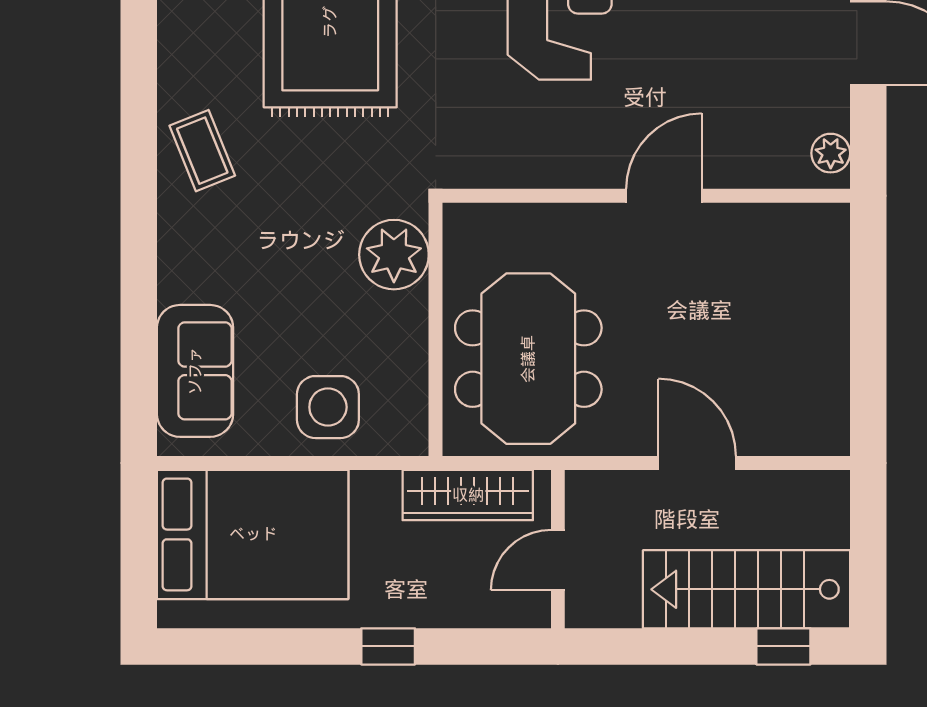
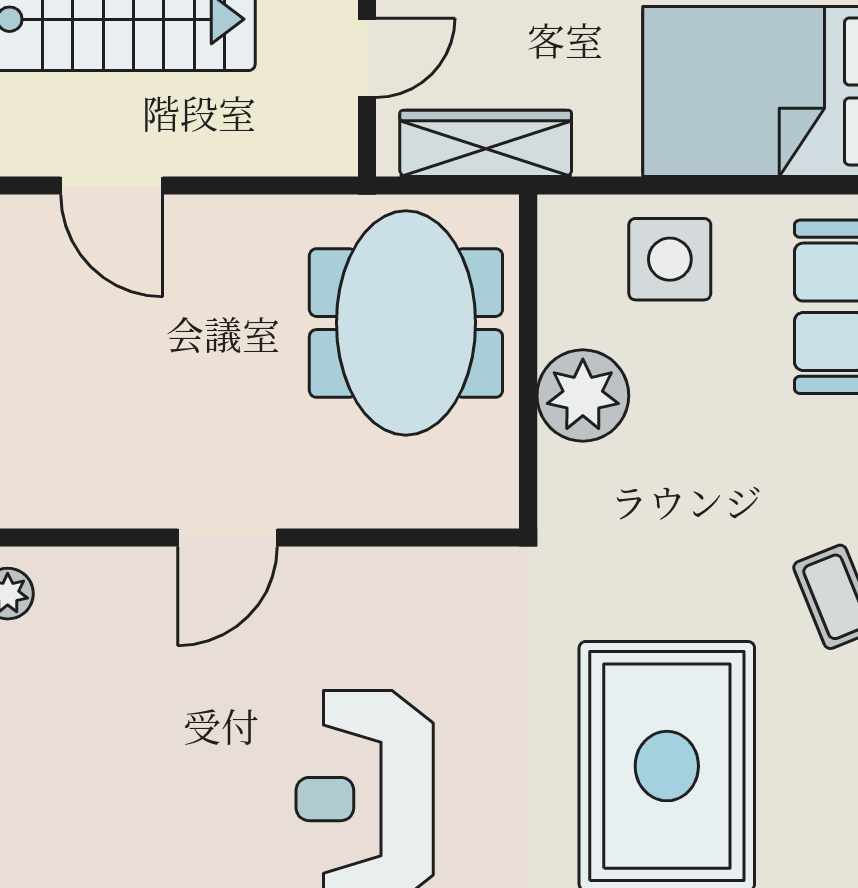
plant: (394, 255) -> (583, 396), moved
door: (697, 463) -> (112, 185), moved

